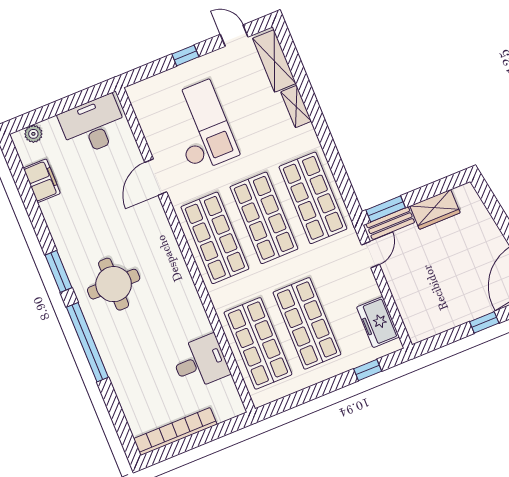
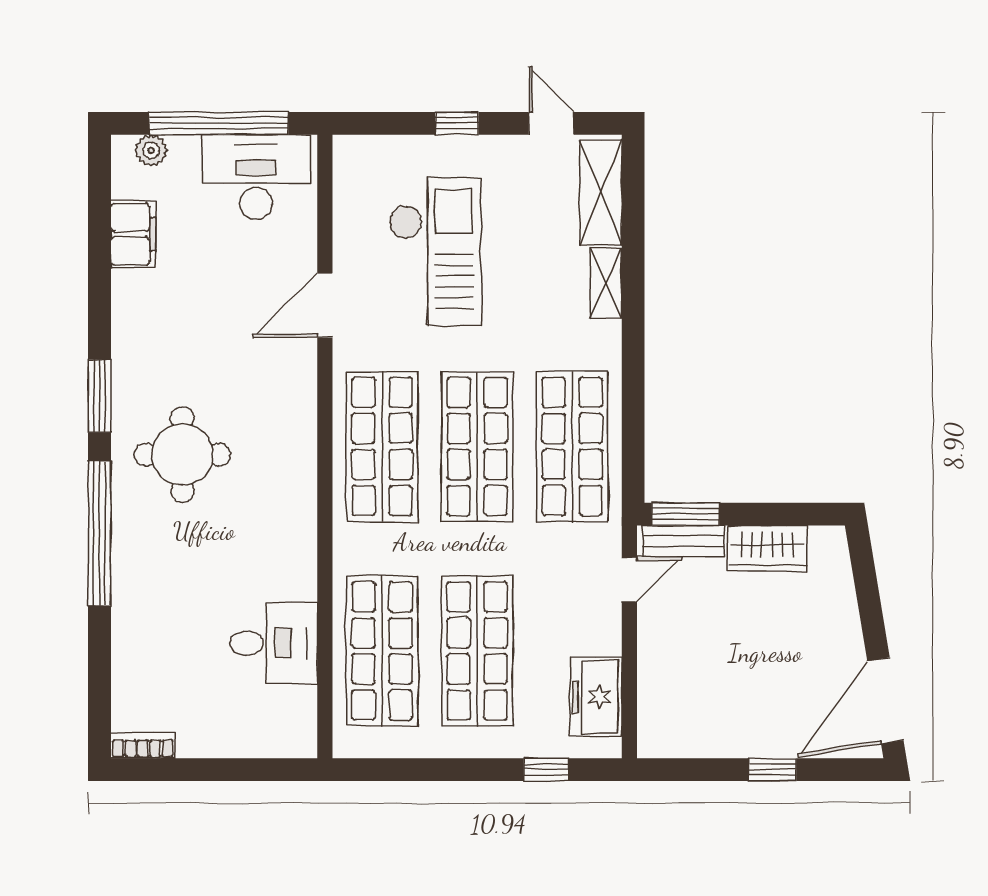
window: (62, 106) -> (219, 123), added
bookcase: (175, 432) -> (143, 745), width x0.43, depth x0.76

